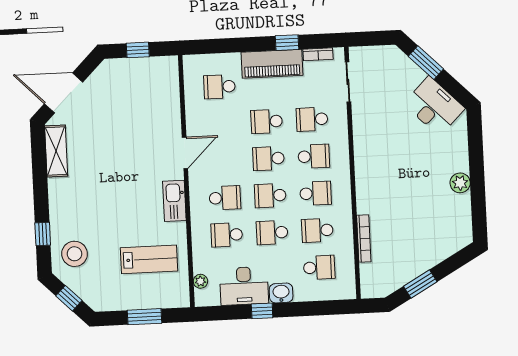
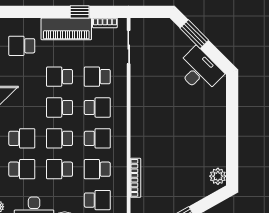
plant: (460, 183) -> (218, 176), moved
school desk: (227, 235) -> (22, 169), turned 180

